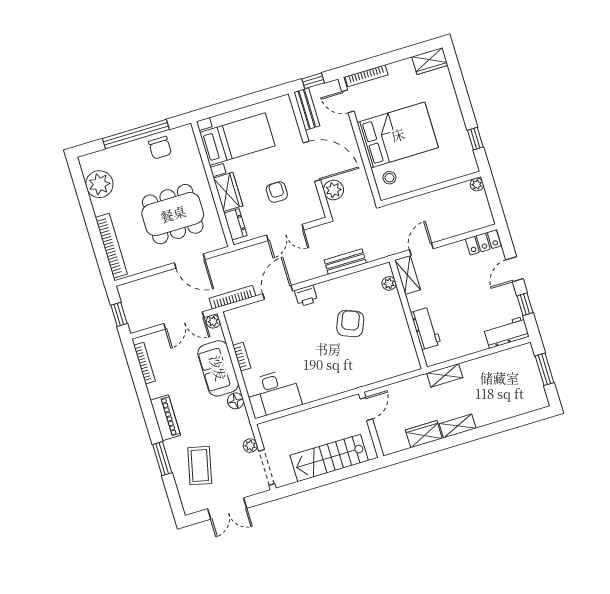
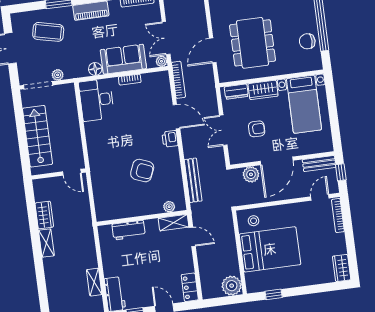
bed: (398, 135) -> (270, 249), moved, turned -90
plant: (477, 184) -> (232, 286), width x1.88, depth x1.88
bench: (345, 262) -> (193, 180), width x1.36
shelving: (445, 375) -> (94, 282), moved

